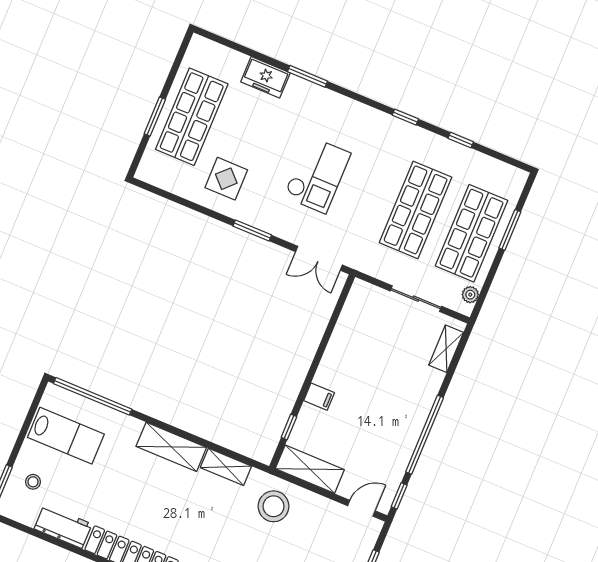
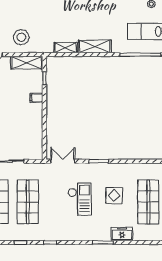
checkout: (317, 175) -> (80, 199), turned 180
display table: (226, 179) -> (114, 195), moved
stool: (273, 506) -> (21, 37), moved

